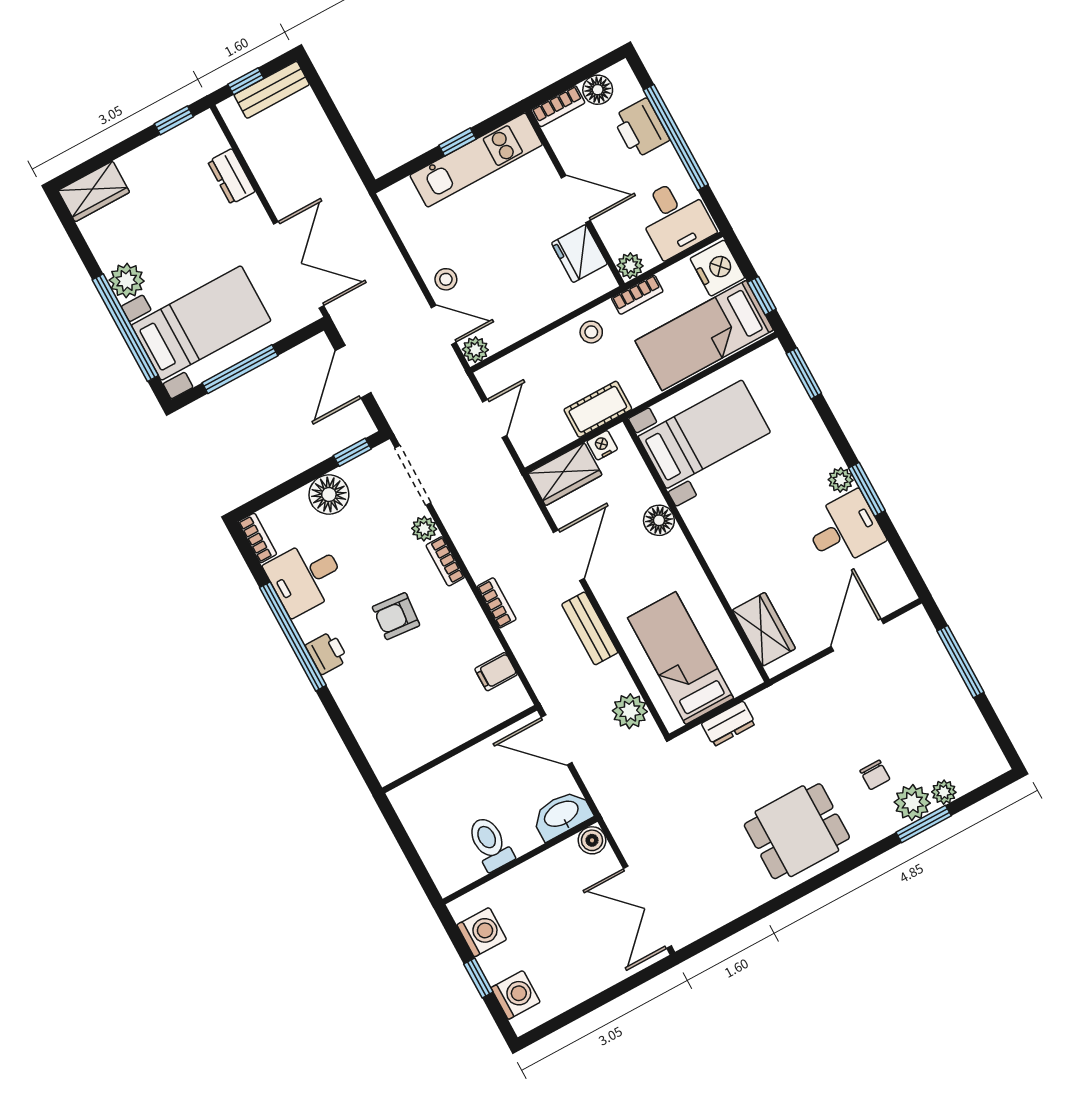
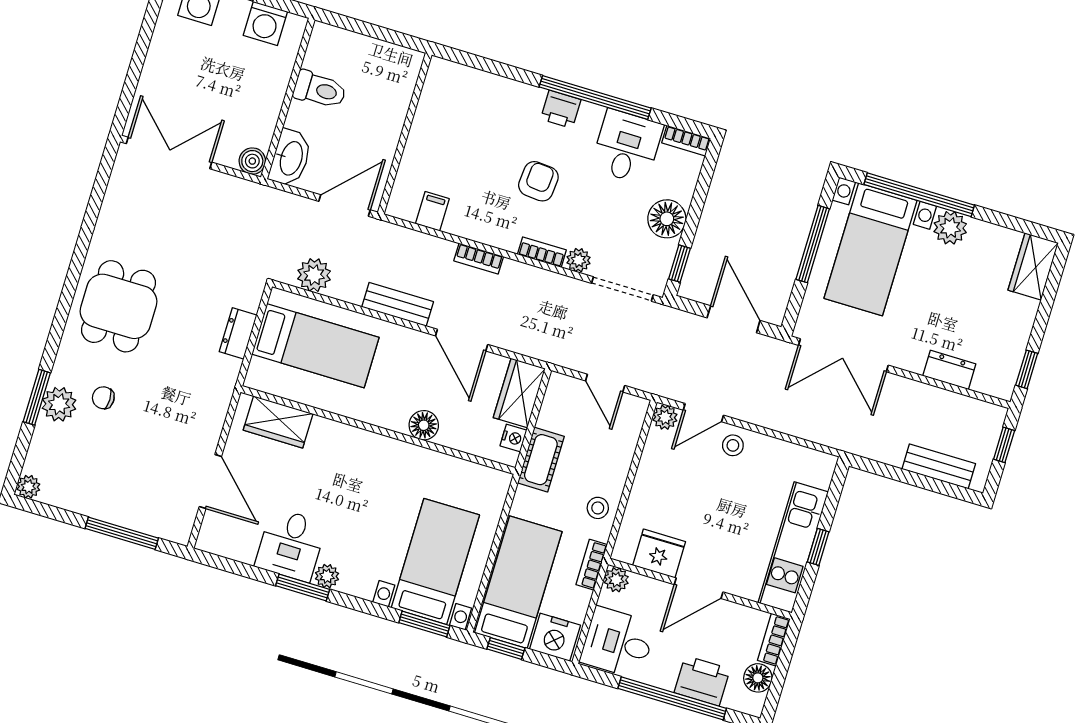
bench: (272, 90) -> (939, 466), moved, turned 90
bed with nightstands: (704, 434) -> (435, 561), moved, turned 180
plant: (944, 792) -> (28, 487), moved

